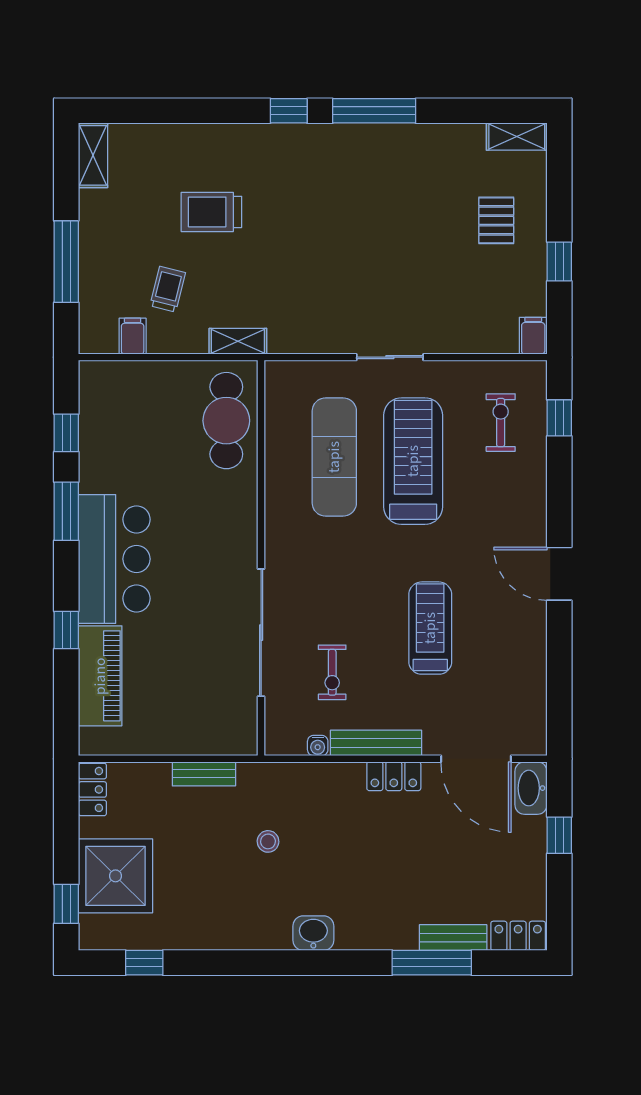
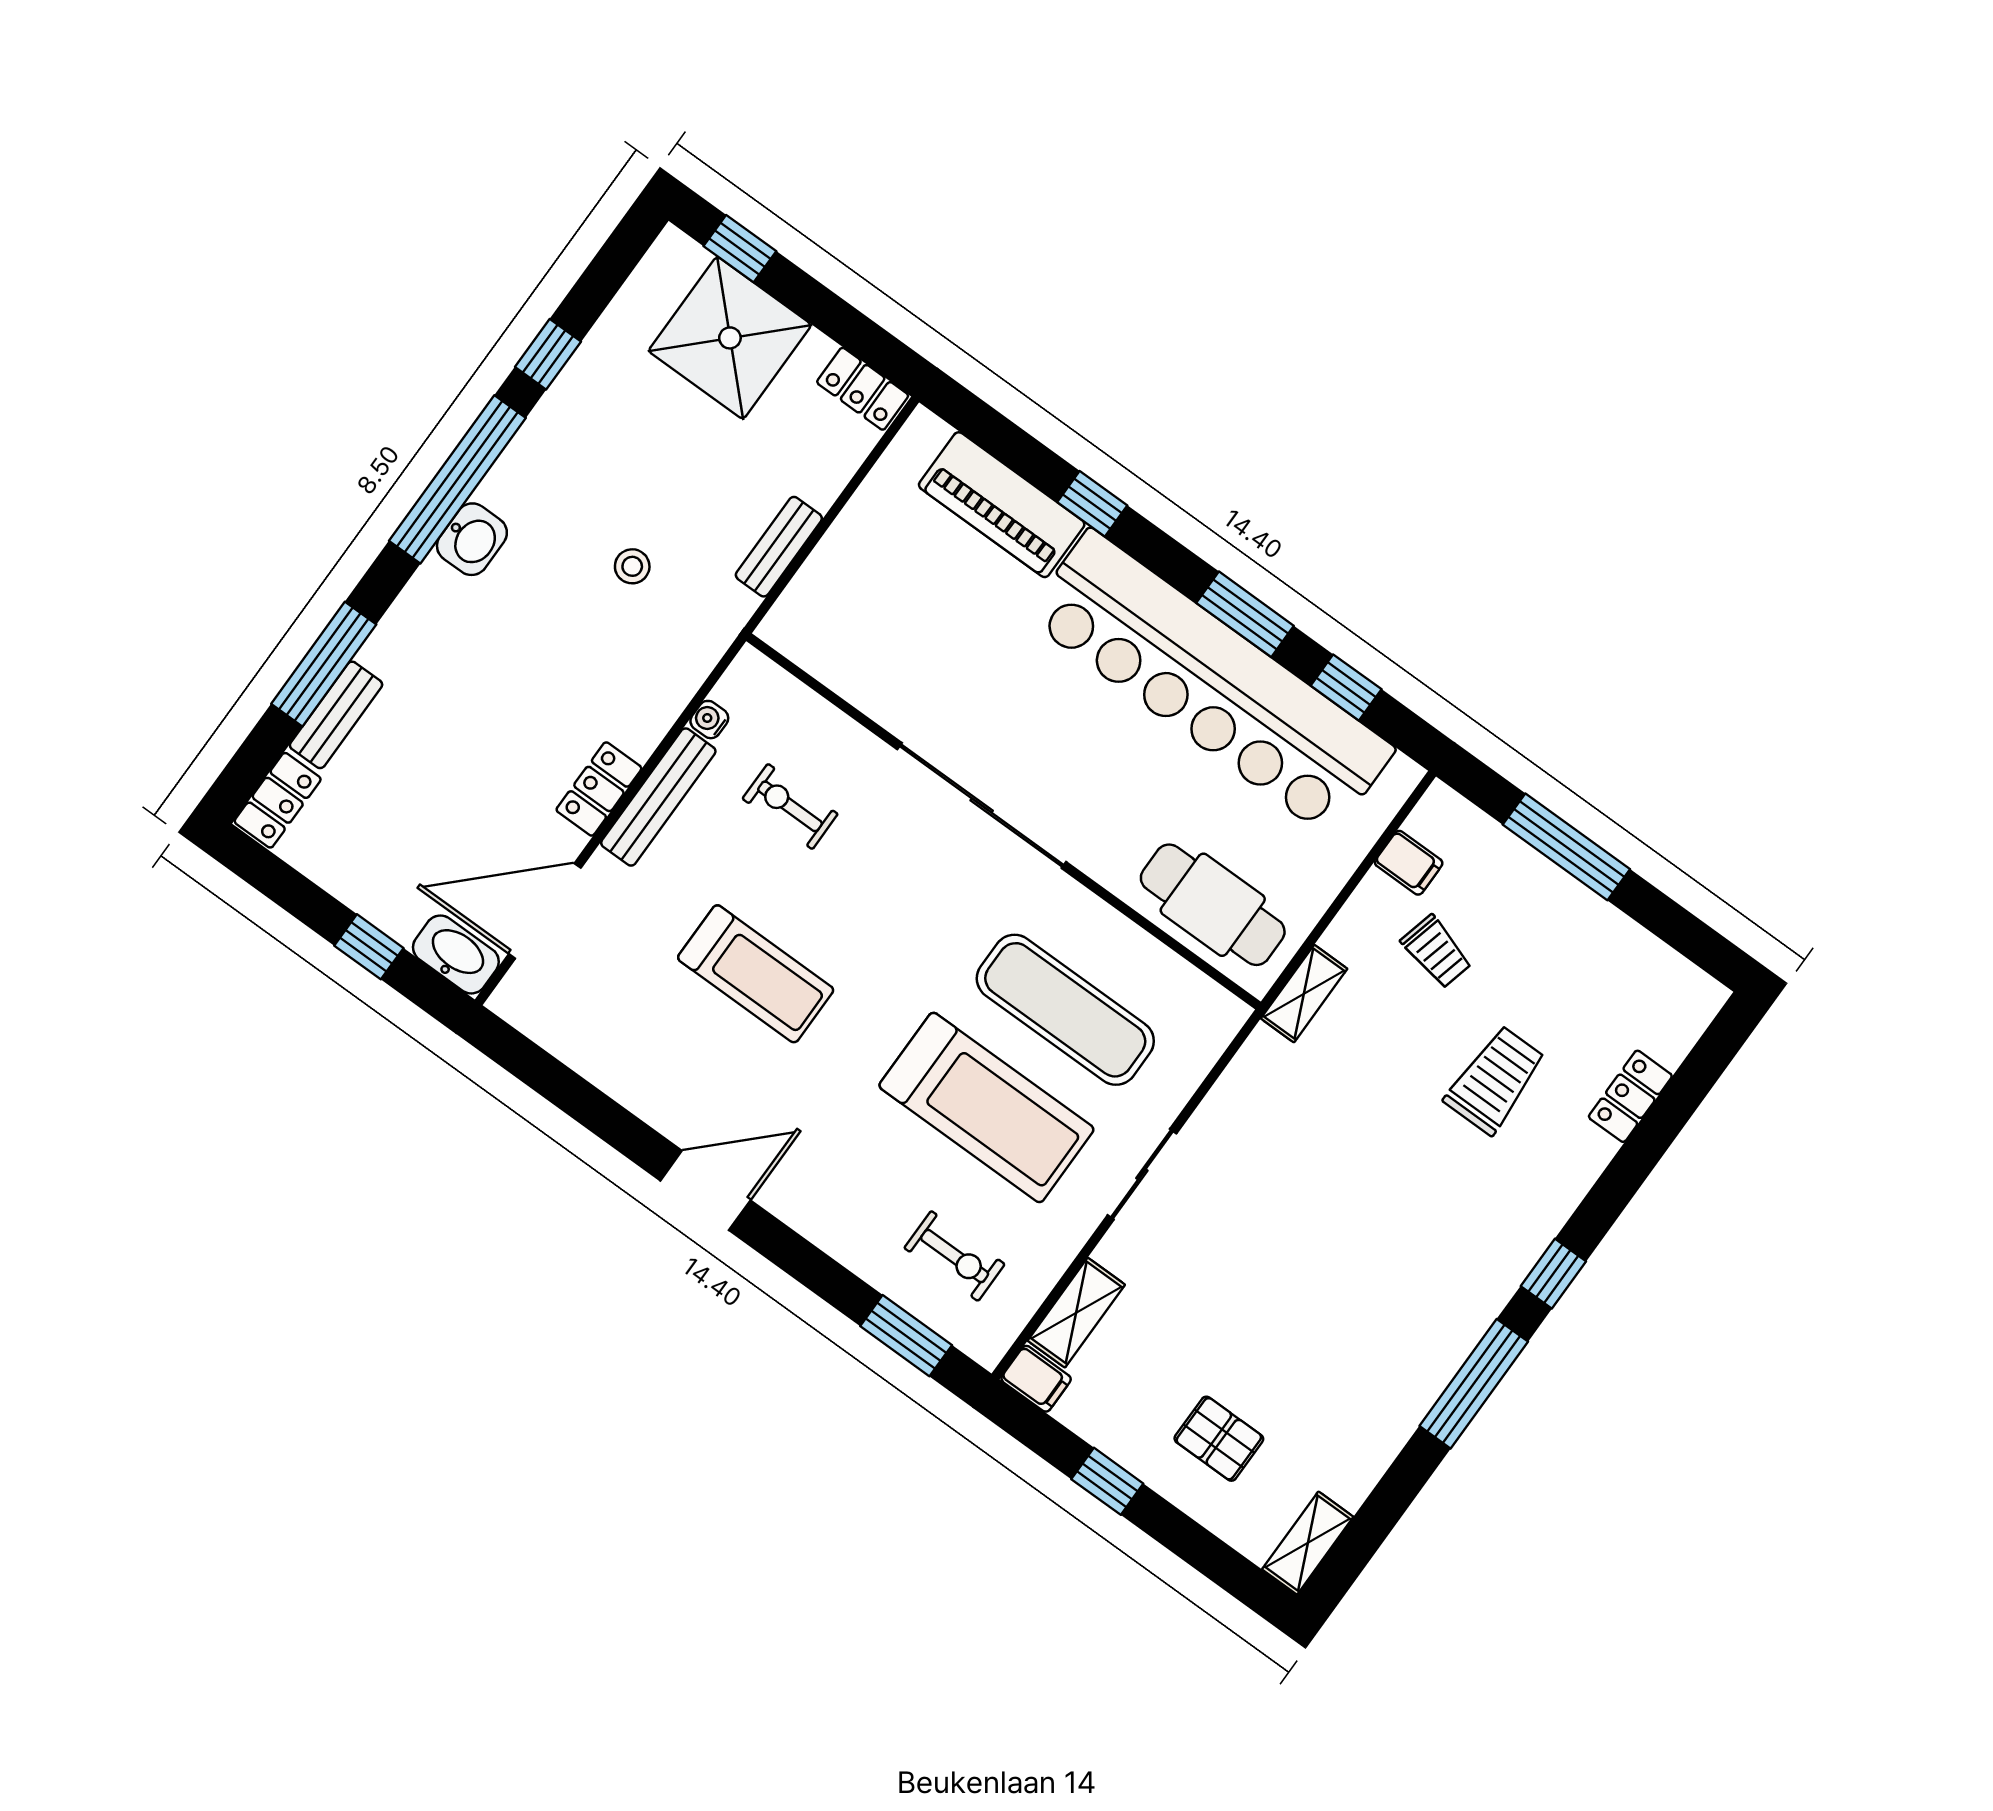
locker: (170, 137) -> (1630, 1096), added
shelving: (93, 155) -> (1076, 1313), moved, turned 90
window: (559, 418) -> (906, 1336), width x1.50
bar counter: (114, 559) -> (1210, 683), width x1.86
sliding door: (261, 633) -> (982, 806), moved
window: (144, 963) -> (548, 354), moved
window: (288, 963) -> (457, 479), added

